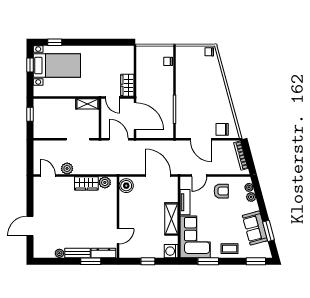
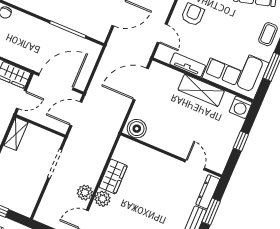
plant: (105, 182) -> (103, 199), moved

